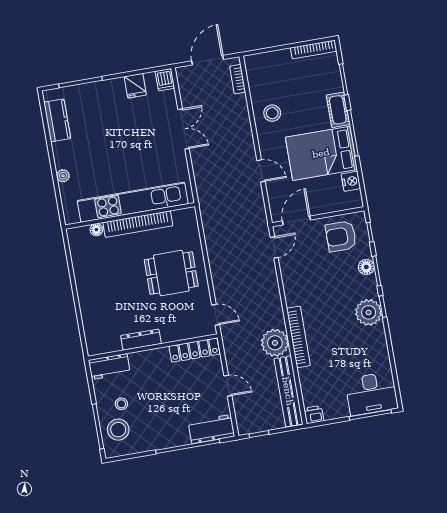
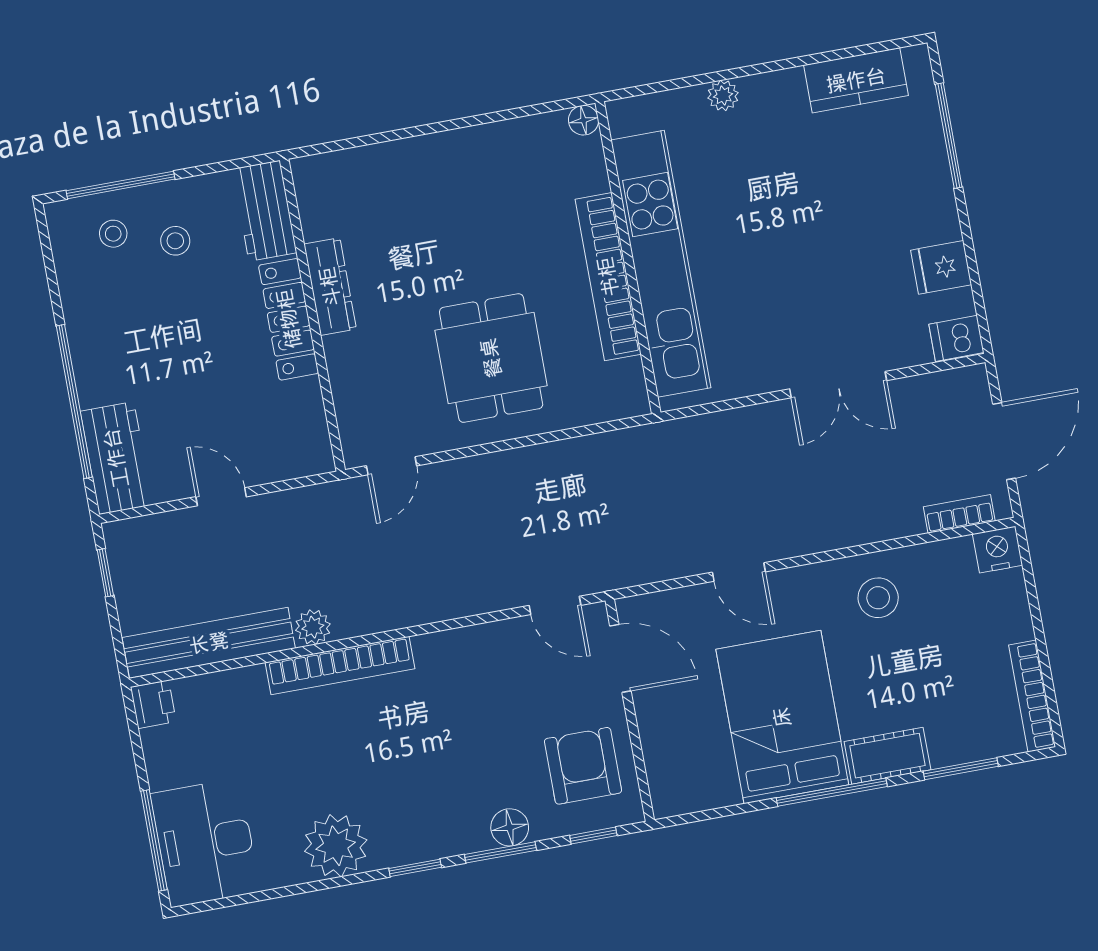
door: (208, 60) -> (1004, 441), hinge flipped
door: (261, 171) -> (739, 572), hinge flipped
nightstand: (351, 181) -> (998, 550), moved, turned 180
floor lamp: (96, 230) -> (584, 120), moved
plant: (369, 312) -> (336, 846), moved
plant: (275, 343) -> (313, 627), width x0.53, depth x0.53
locker: (194, 350) -> (289, 319), moved
door: (228, 386) -> (221, 497), swing flipped
stool: (118, 430) -> (113, 234), width x0.53, depth x0.53

